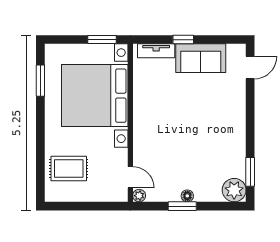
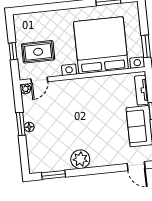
rug: (69, 168) -> (38, 52), moved, turned 90
plant: (234, 190) -> (80, 159), moved
window: (91, 206) -> (13, 51), added

